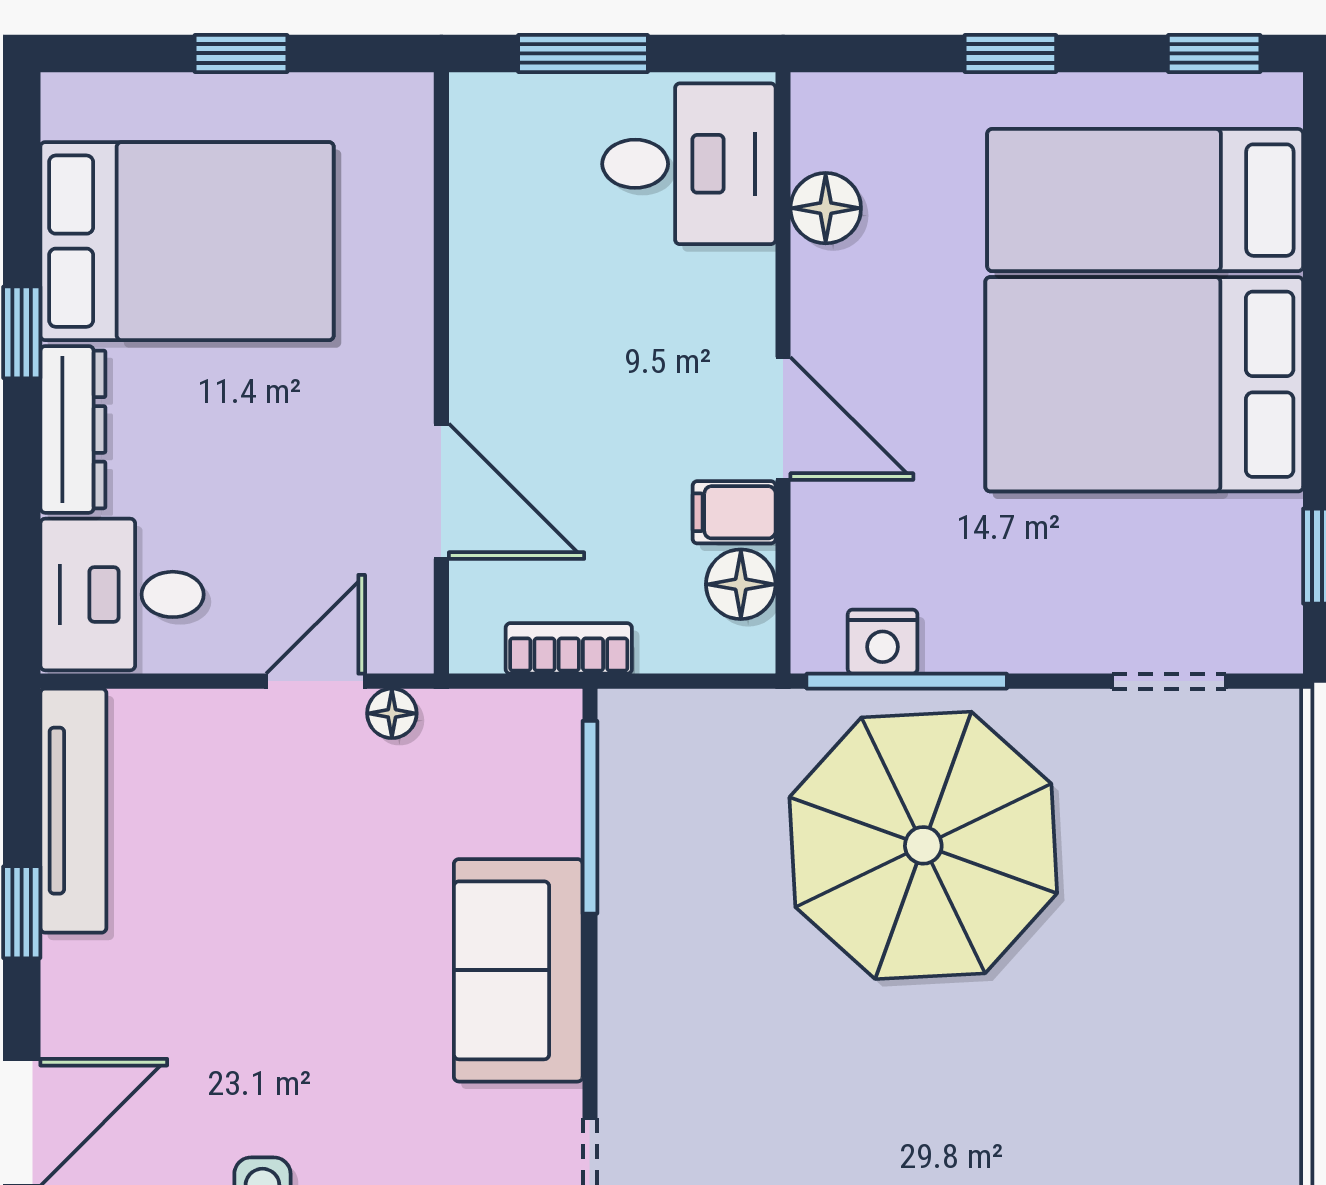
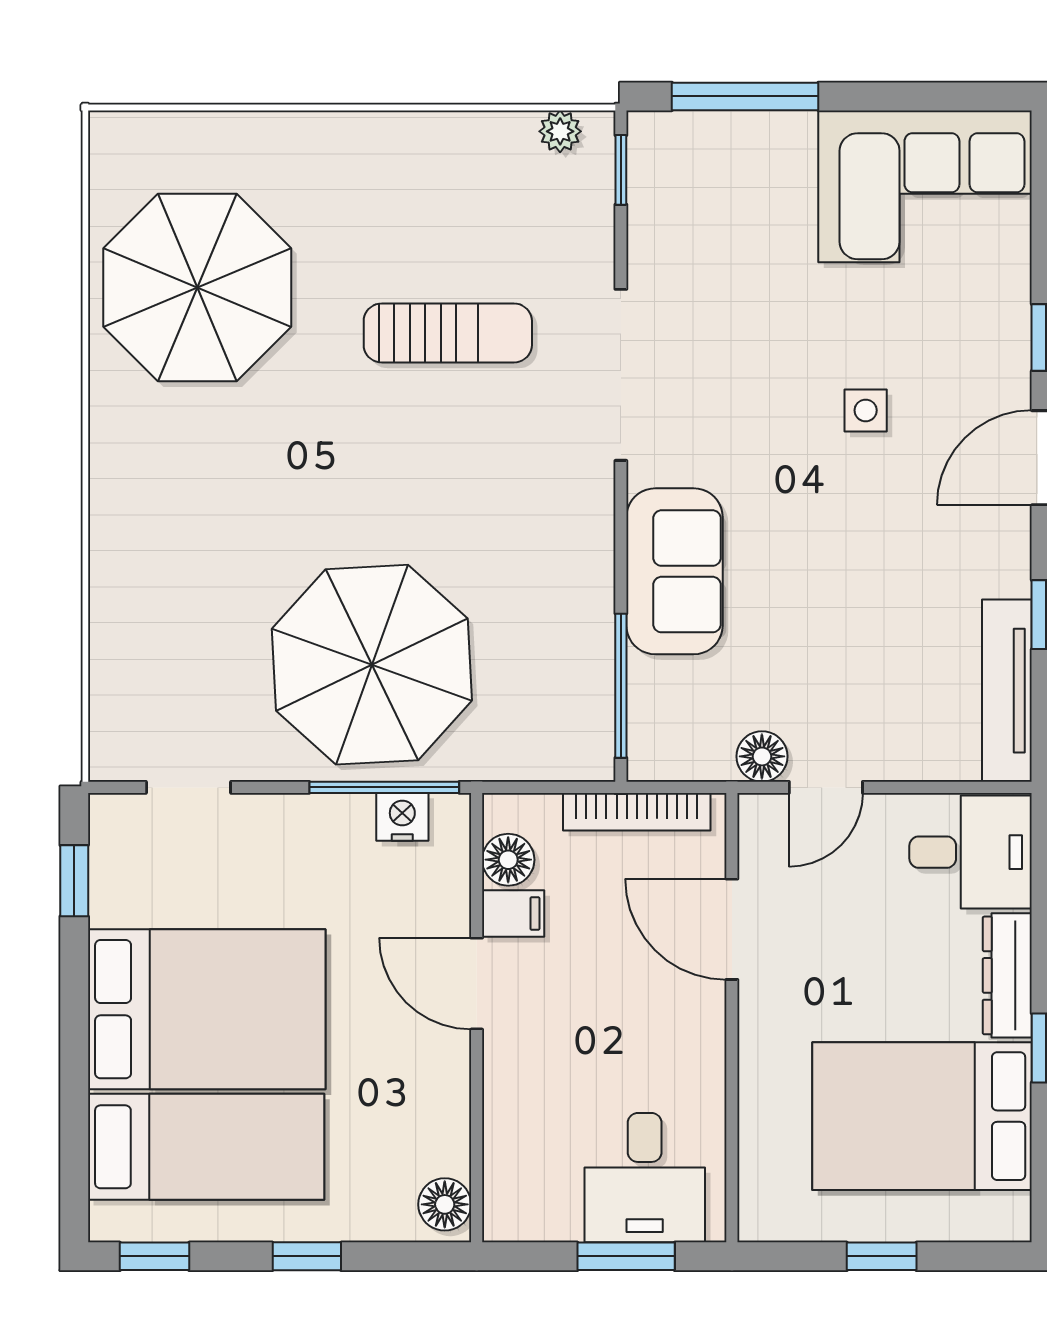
desk: (689, 164) -> (645, 1178), moved, turned -90
floor lamp: (826, 208) -> (445, 1204), moved
bookcase: (569, 648) -> (637, 812), width x1.56
floor lamp: (392, 713) -> (762, 756), width x1.37, depth x1.37

